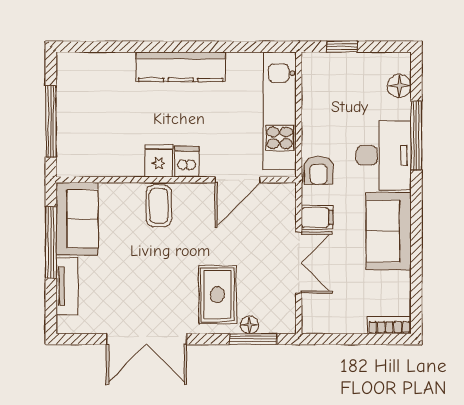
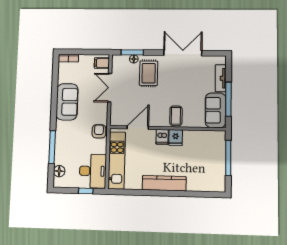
desk: (384, 156) -> (93, 171), moved, turned 180
filing cabinet: (317, 217) -> (102, 63), moved

